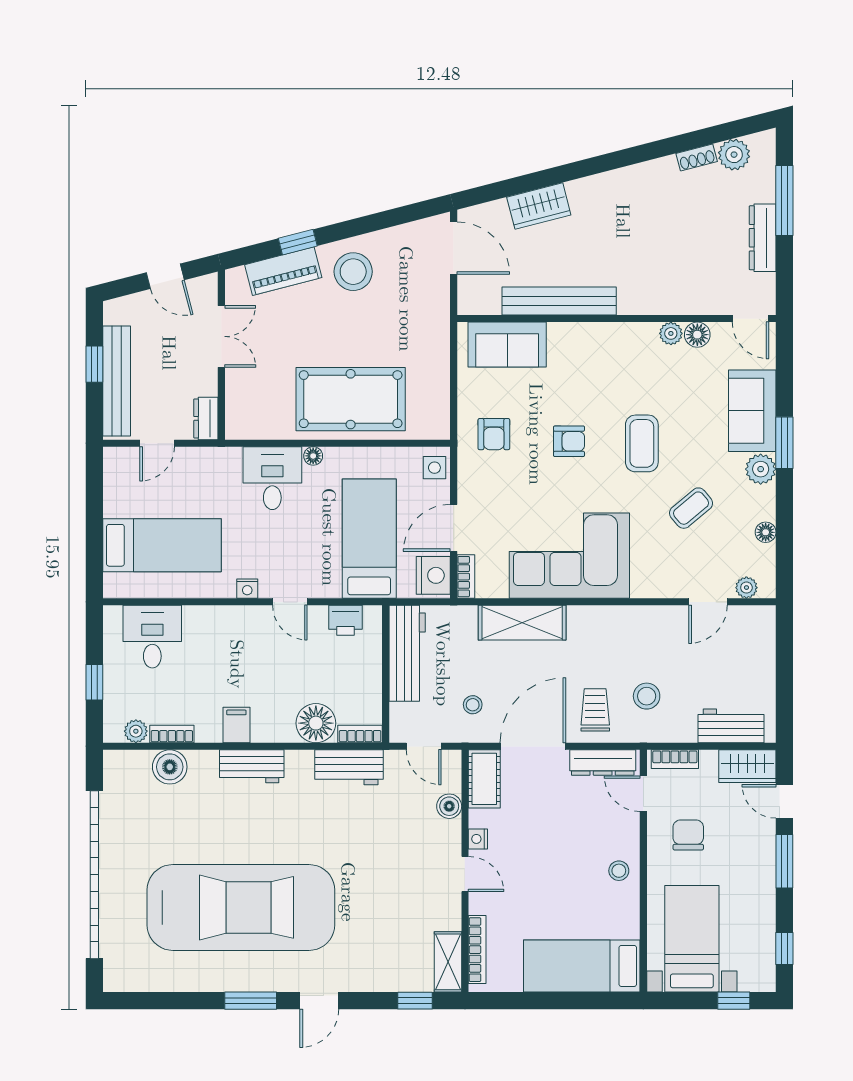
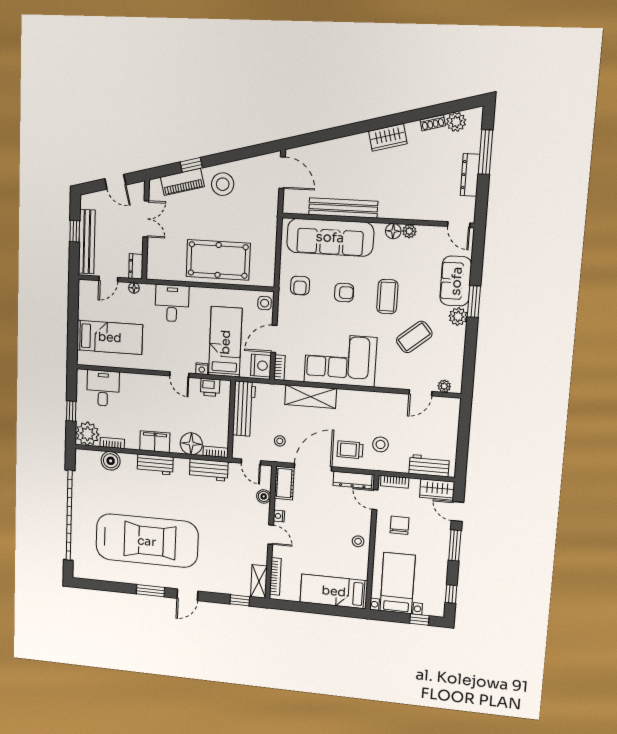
wardrobe: (539, 206) -> (388, 137), moved
floor lamp: (697, 335) -> (393, 231), moved
sofa: (507, 345) -> (330, 237), width x1.85, depth x1.27
floor lamp: (313, 456) -> (134, 288), moved
coffee table: (691, 508) -> (414, 337), width x1.36, depth x1.30
floor lamp: (766, 532) -> (458, 354), removed
nightstand: (247, 589) -> (202, 369), moved
trolley: (595, 710) -> (350, 450), turned -90
filing cabinet: (236, 725) -> (155, 442), width x2.00
plant: (136, 731) -> (87, 434), width x1.87, depth x1.87

